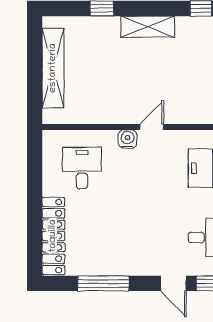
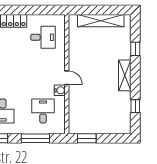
water cooler: (127, 139) -> (60, 90), moved

